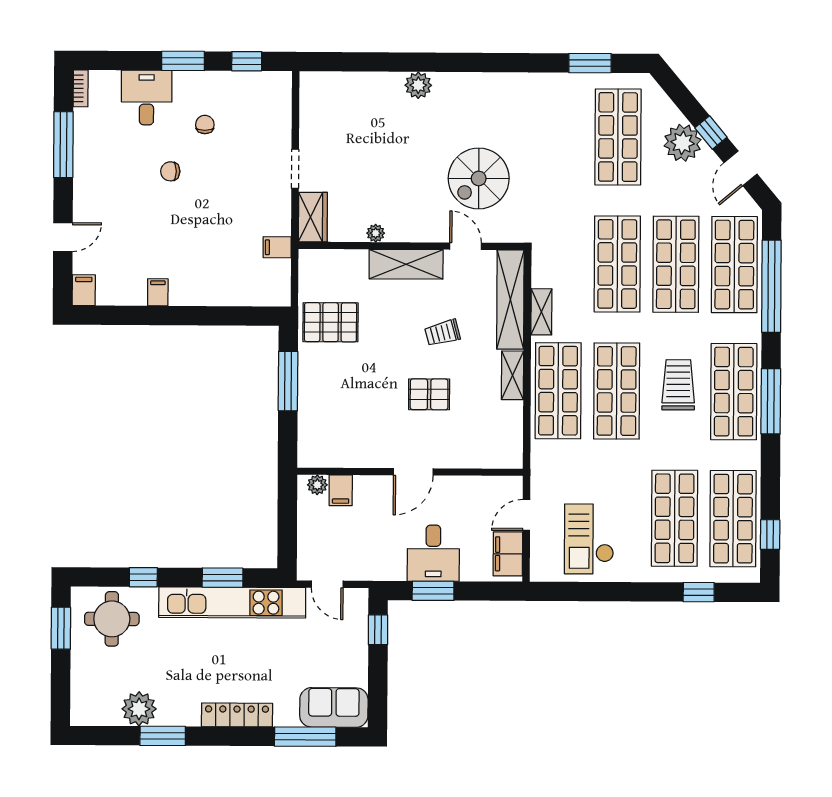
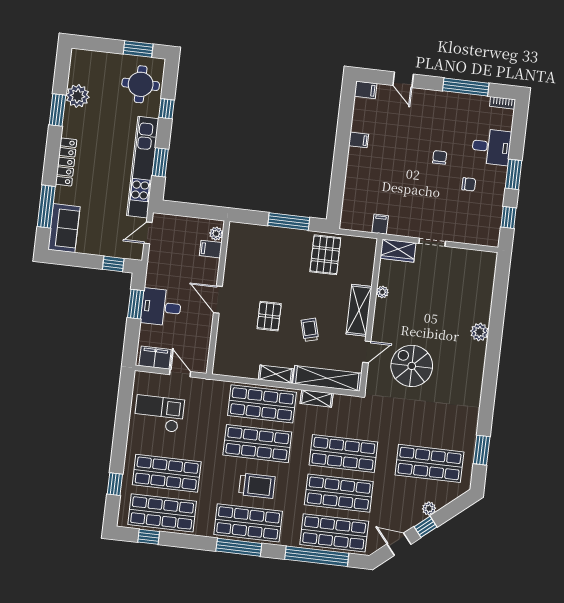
plant: (683, 143) -> (429, 509), width x0.53, depth x0.53

